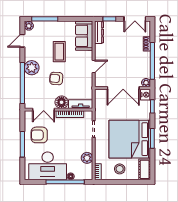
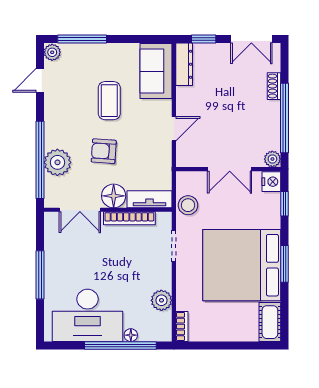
plant: (32, 68) -> (57, 162), moved
double door: (123, 88) -> (230, 169), width x0.73
armchair: (39, 135) -> (72, 257), removed
stool: (120, 169) -> (188, 205), moved

